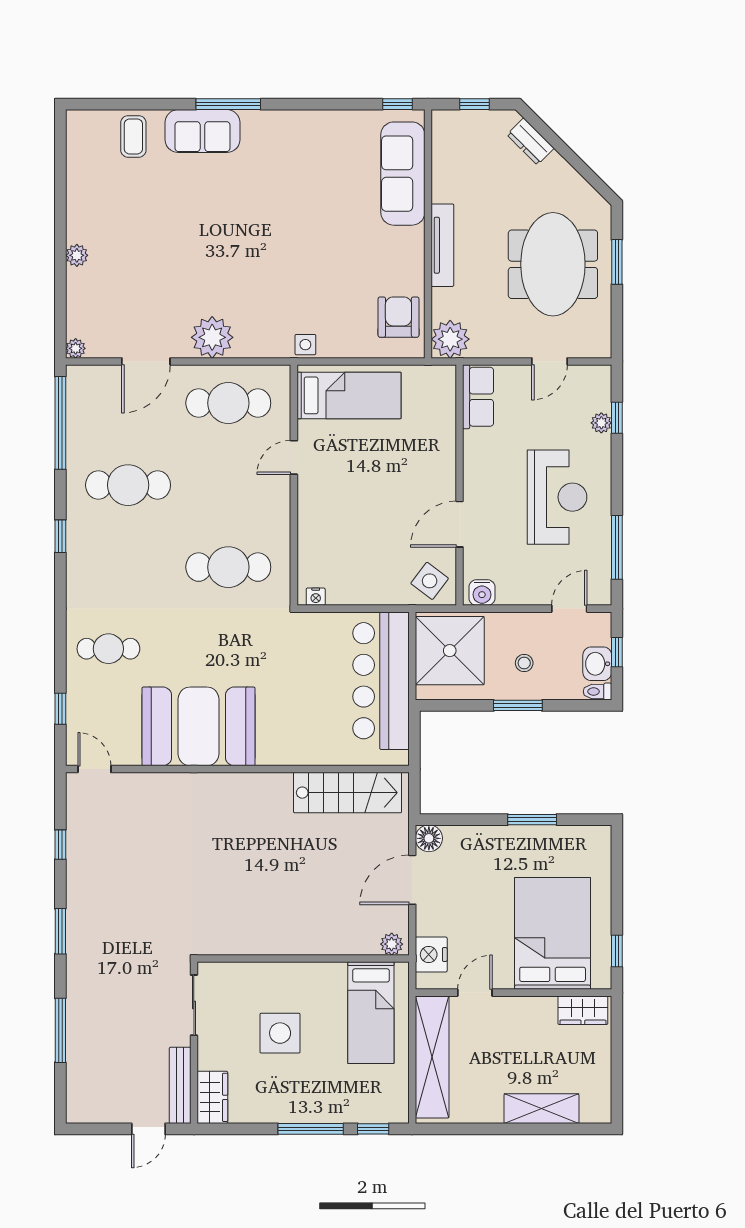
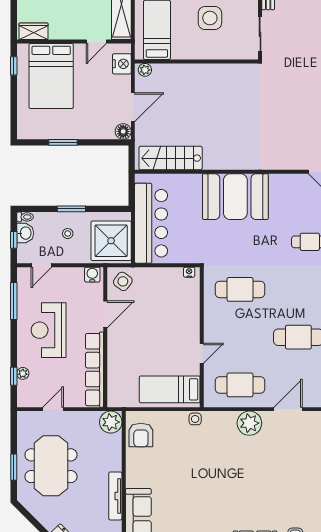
tv unit: (442, 245) -> (115, 496), moved
row of seats: (478, 397) -> (95, 370), width x2.02
booth: (199, 726) -> (235, 197), moved

